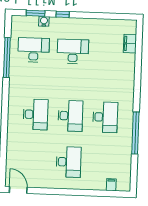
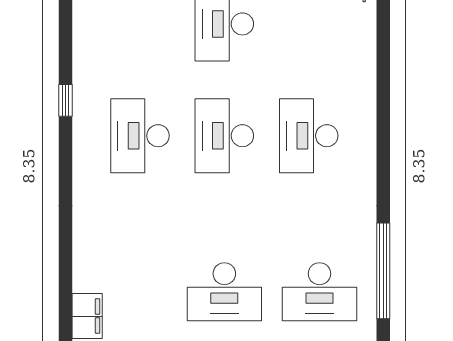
window: (135, 133) -> (65, 100), width x0.32

